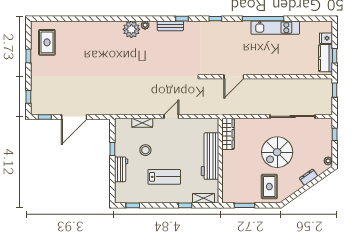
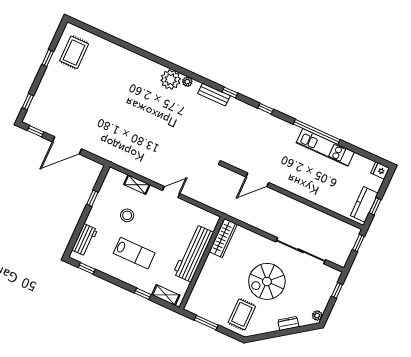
fridge: (326, 38) -> (380, 171), moved
workbench: (121, 169) -> (85, 240), moved

